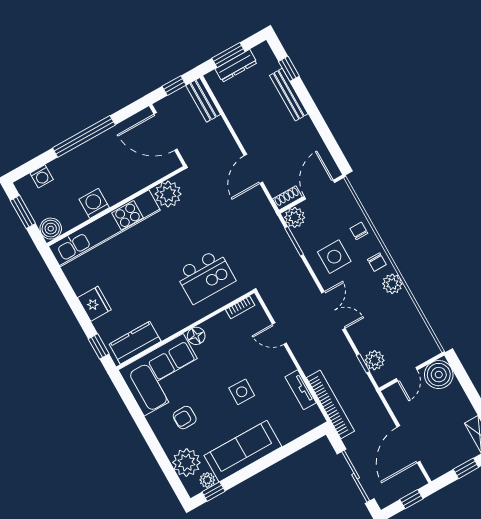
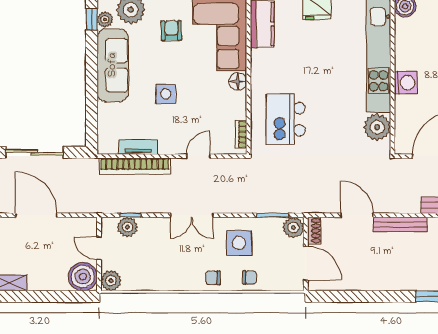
bench: (289, 95) -> (400, 225), moved
washing machine: (94, 203) -> (406, 83), moved
plant: (392, 284) -> (111, 281), moved
bookcase: (331, 404) -> (135, 166), moved

